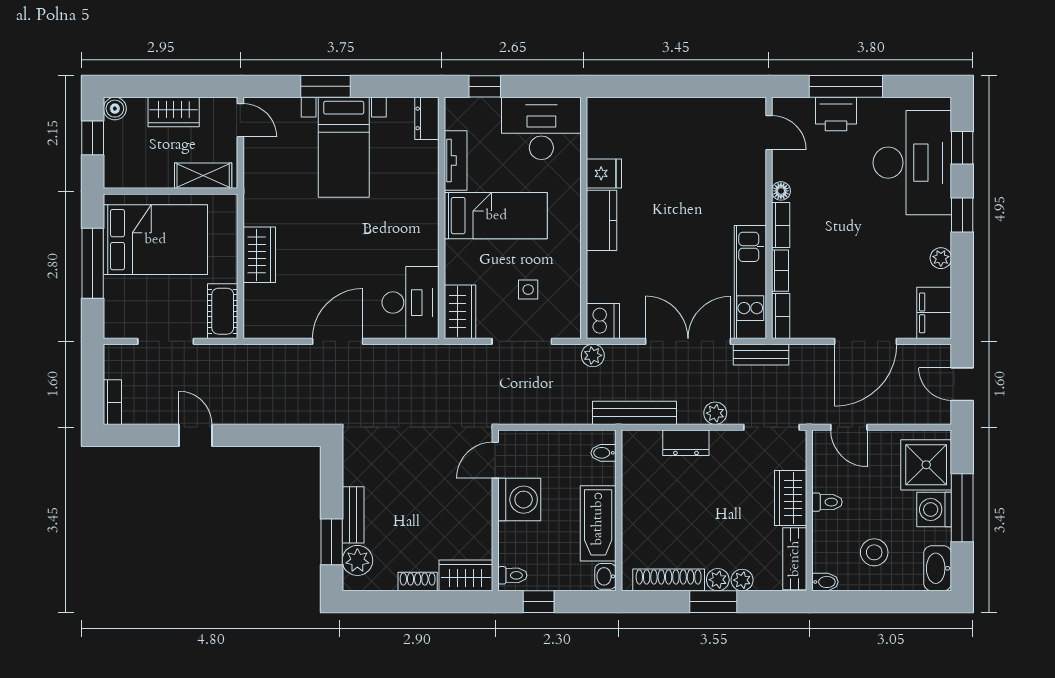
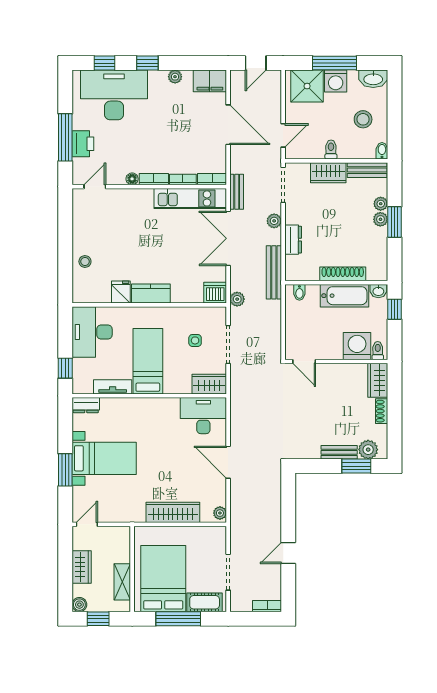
stool: (652, 117) -> (85, 261), added
shelving: (203, 176) -> (122, 582), moved
wardrobe: (259, 255) -> (173, 512), width x1.50
cot: (223, 311) -> (205, 602), moved
plant: (258, 328) -> (220, 513), added
washing machine: (519, 500) -> (357, 346), moved
shoe rack: (669, 580) -> (343, 274), moved, turned 90
window: (539, 602) -> (395, 309), moved

